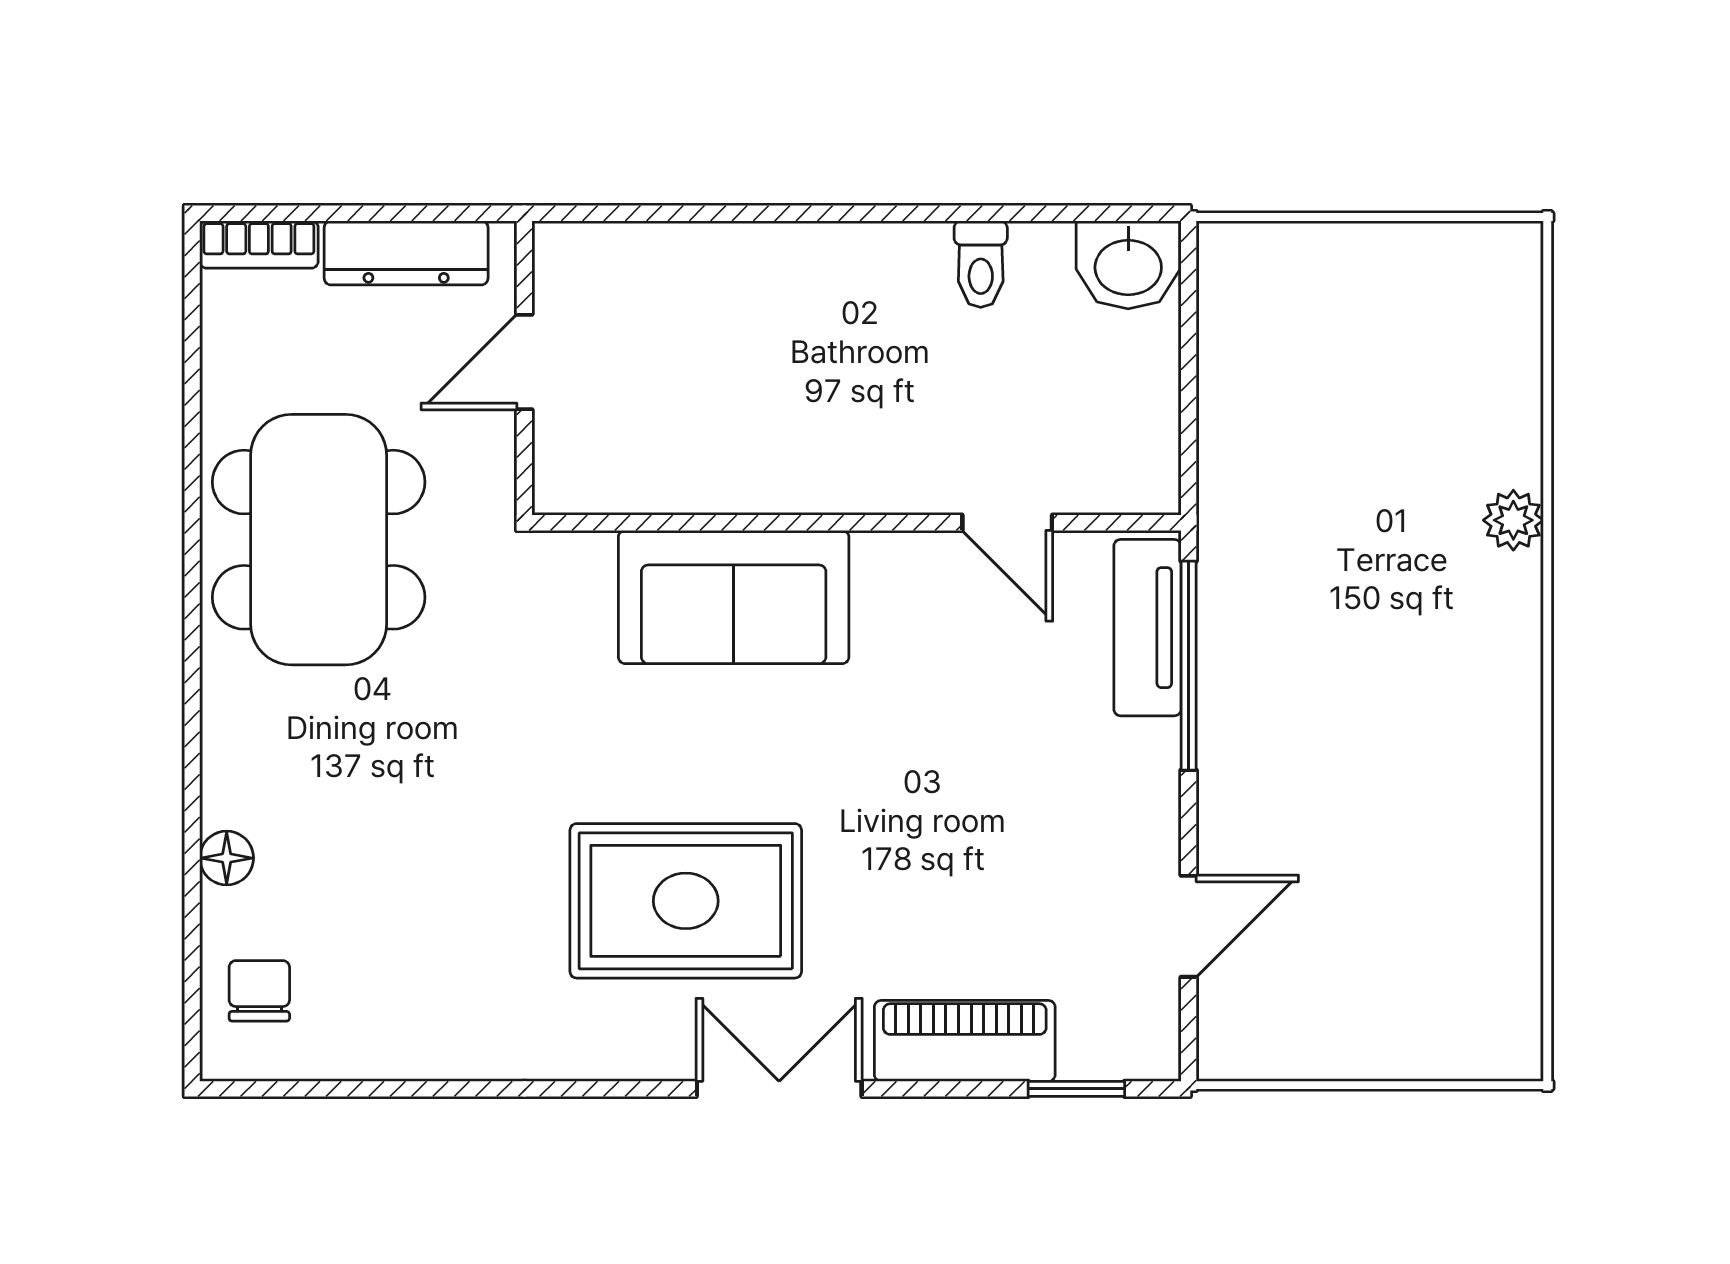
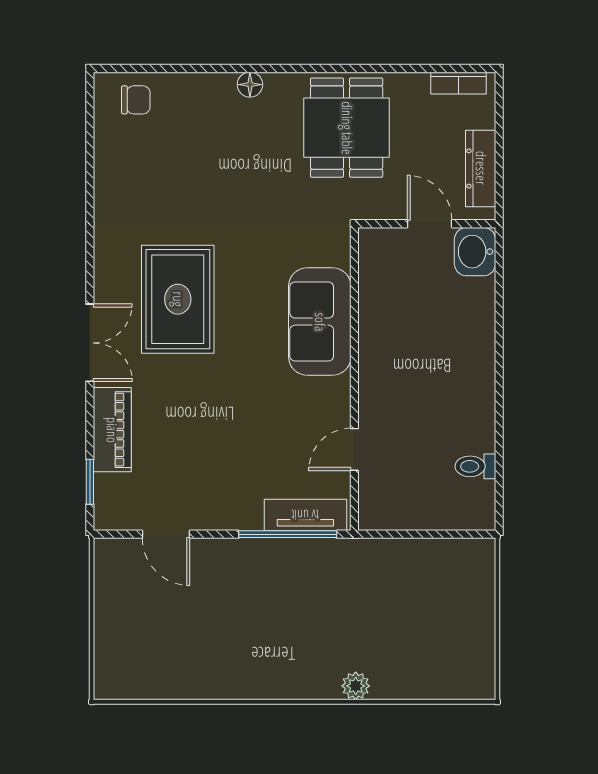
bookcase: (259, 244) -> (459, 83), moved, turned -90
toilet: (981, 264) -> (475, 466), moved
washbasin: (1128, 265) -> (475, 252), moved
dining table: (319, 540) -> (347, 128), width x0.73
floor lamp: (227, 858) -> (250, 85), moved

